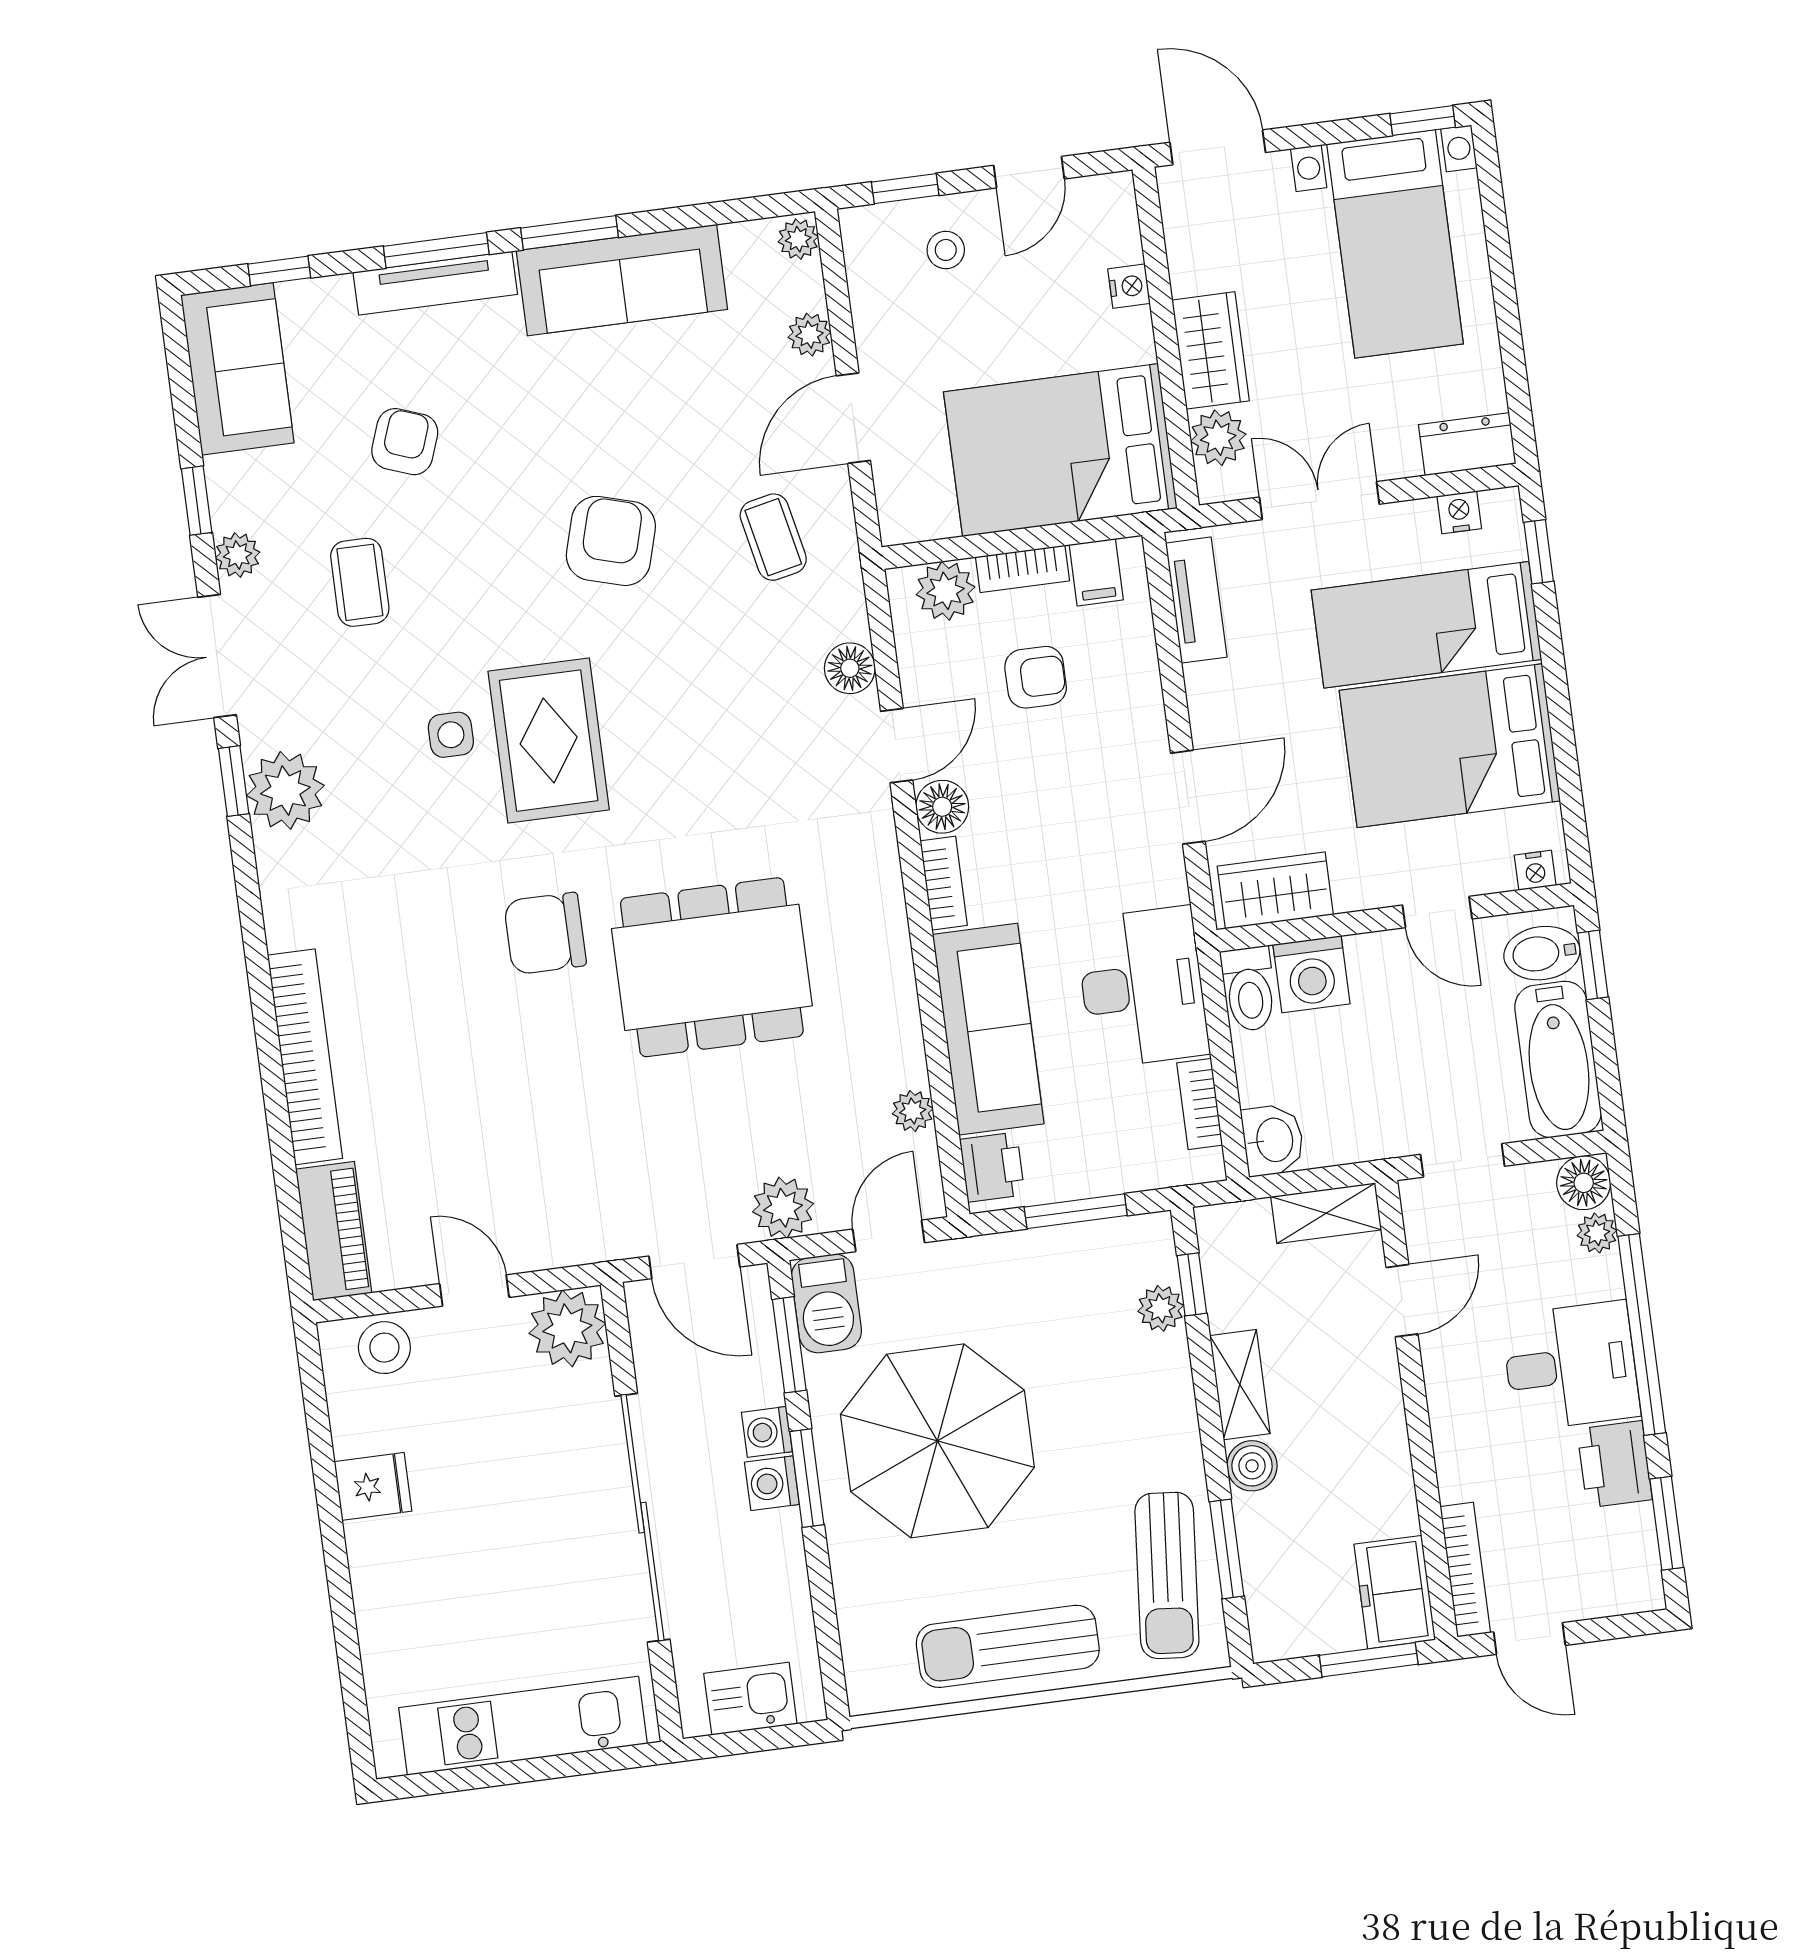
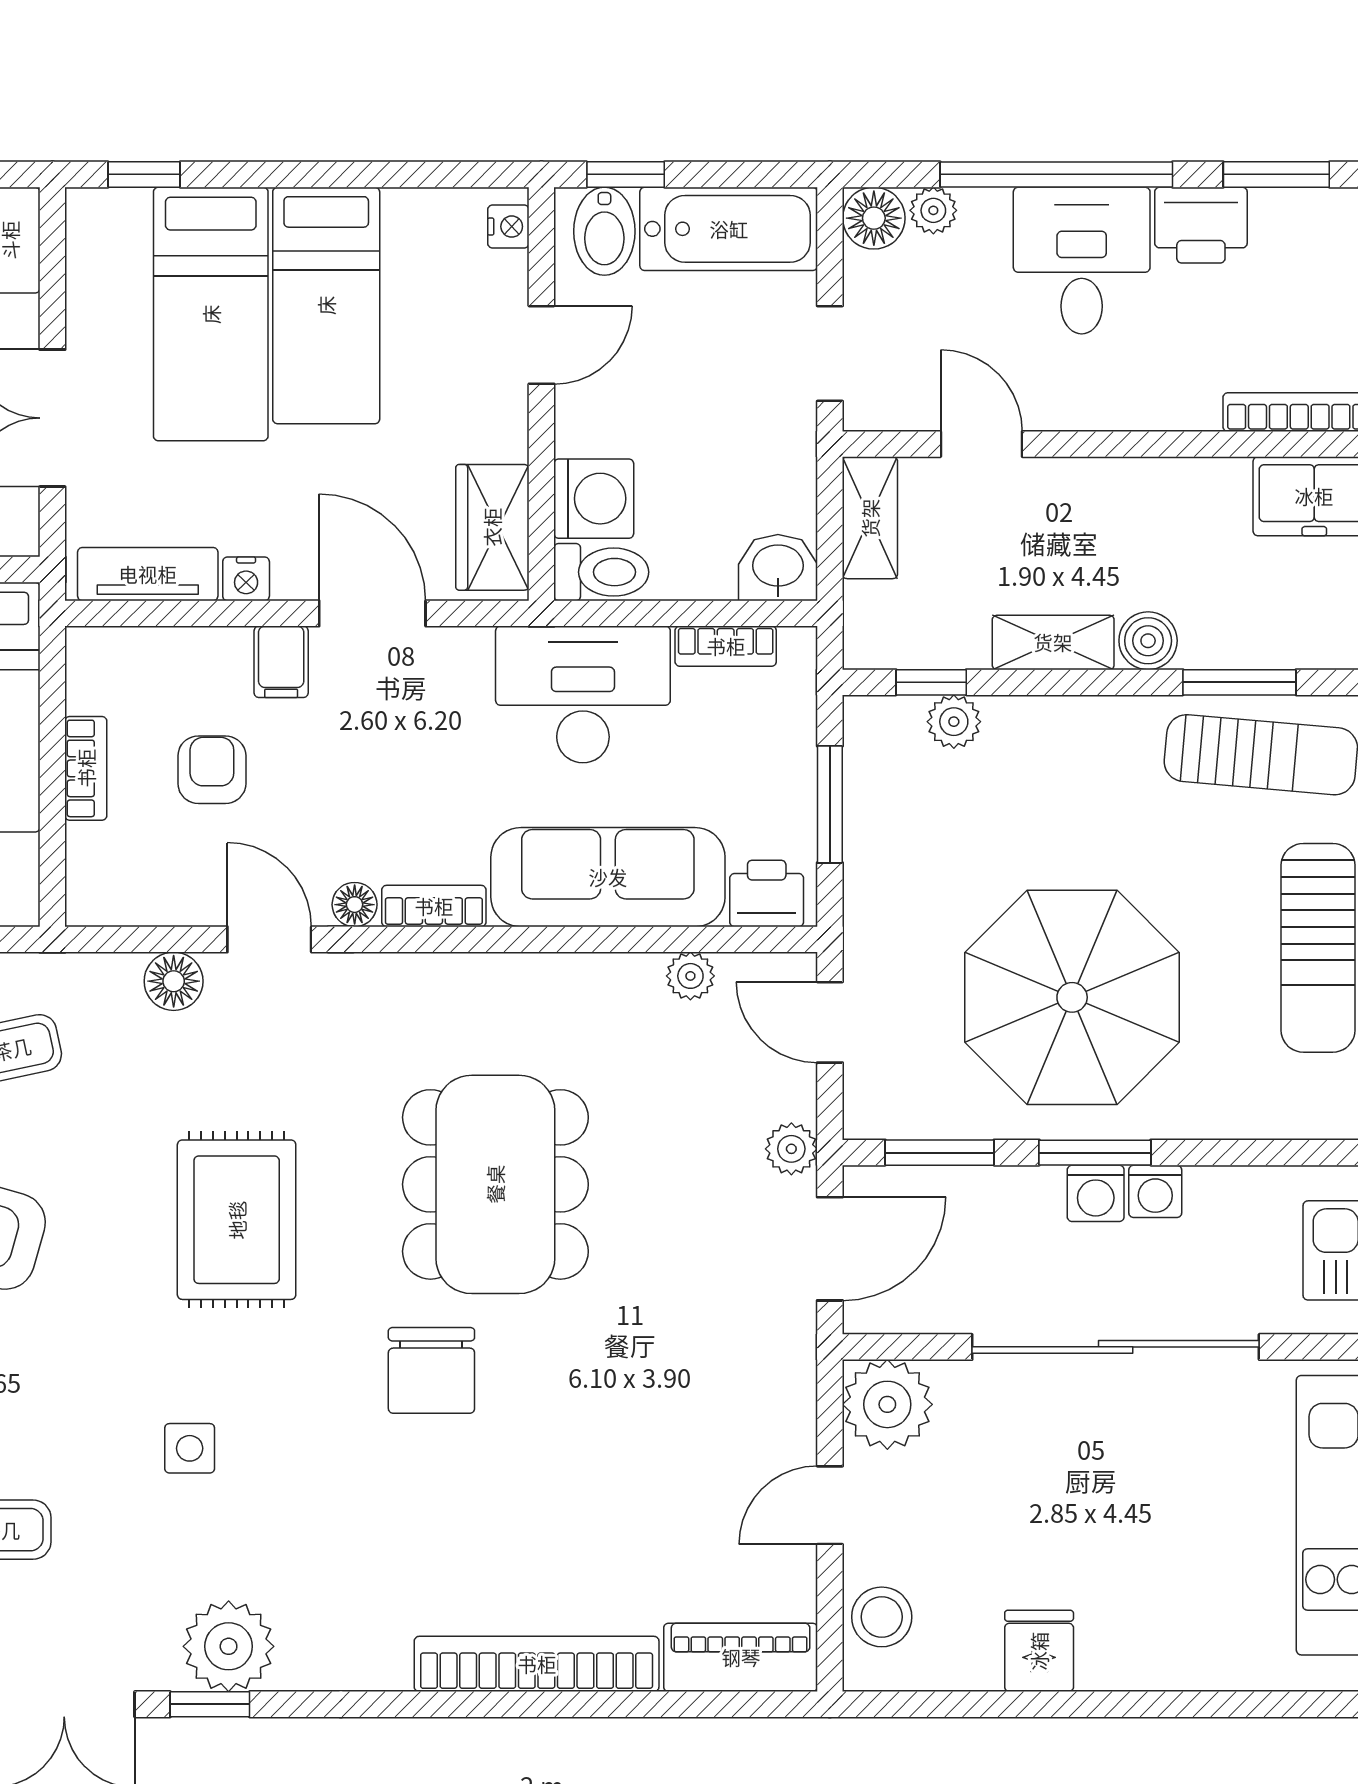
nightstand: (1459, 512) -> (246, 579), moved, turned -90
filing cabinet: (1096, 572) -> (281, 662), moved, turned 90
plant: (946, 591) -> (99, 860), removed
rug: (549, 741) -> (237, 1220), moved, turned 90
bed: (1450, 746) -> (326, 305), width x0.67
floor lamp: (942, 807) -> (355, 905), width x0.73, depth x0.73
plant: (783, 1208) -> (791, 1149), width x0.73, depth x0.73
barbecue: (826, 1303) -> (898, 1104), removed
washing machine: (767, 1432) -> (1155, 1191), moved

